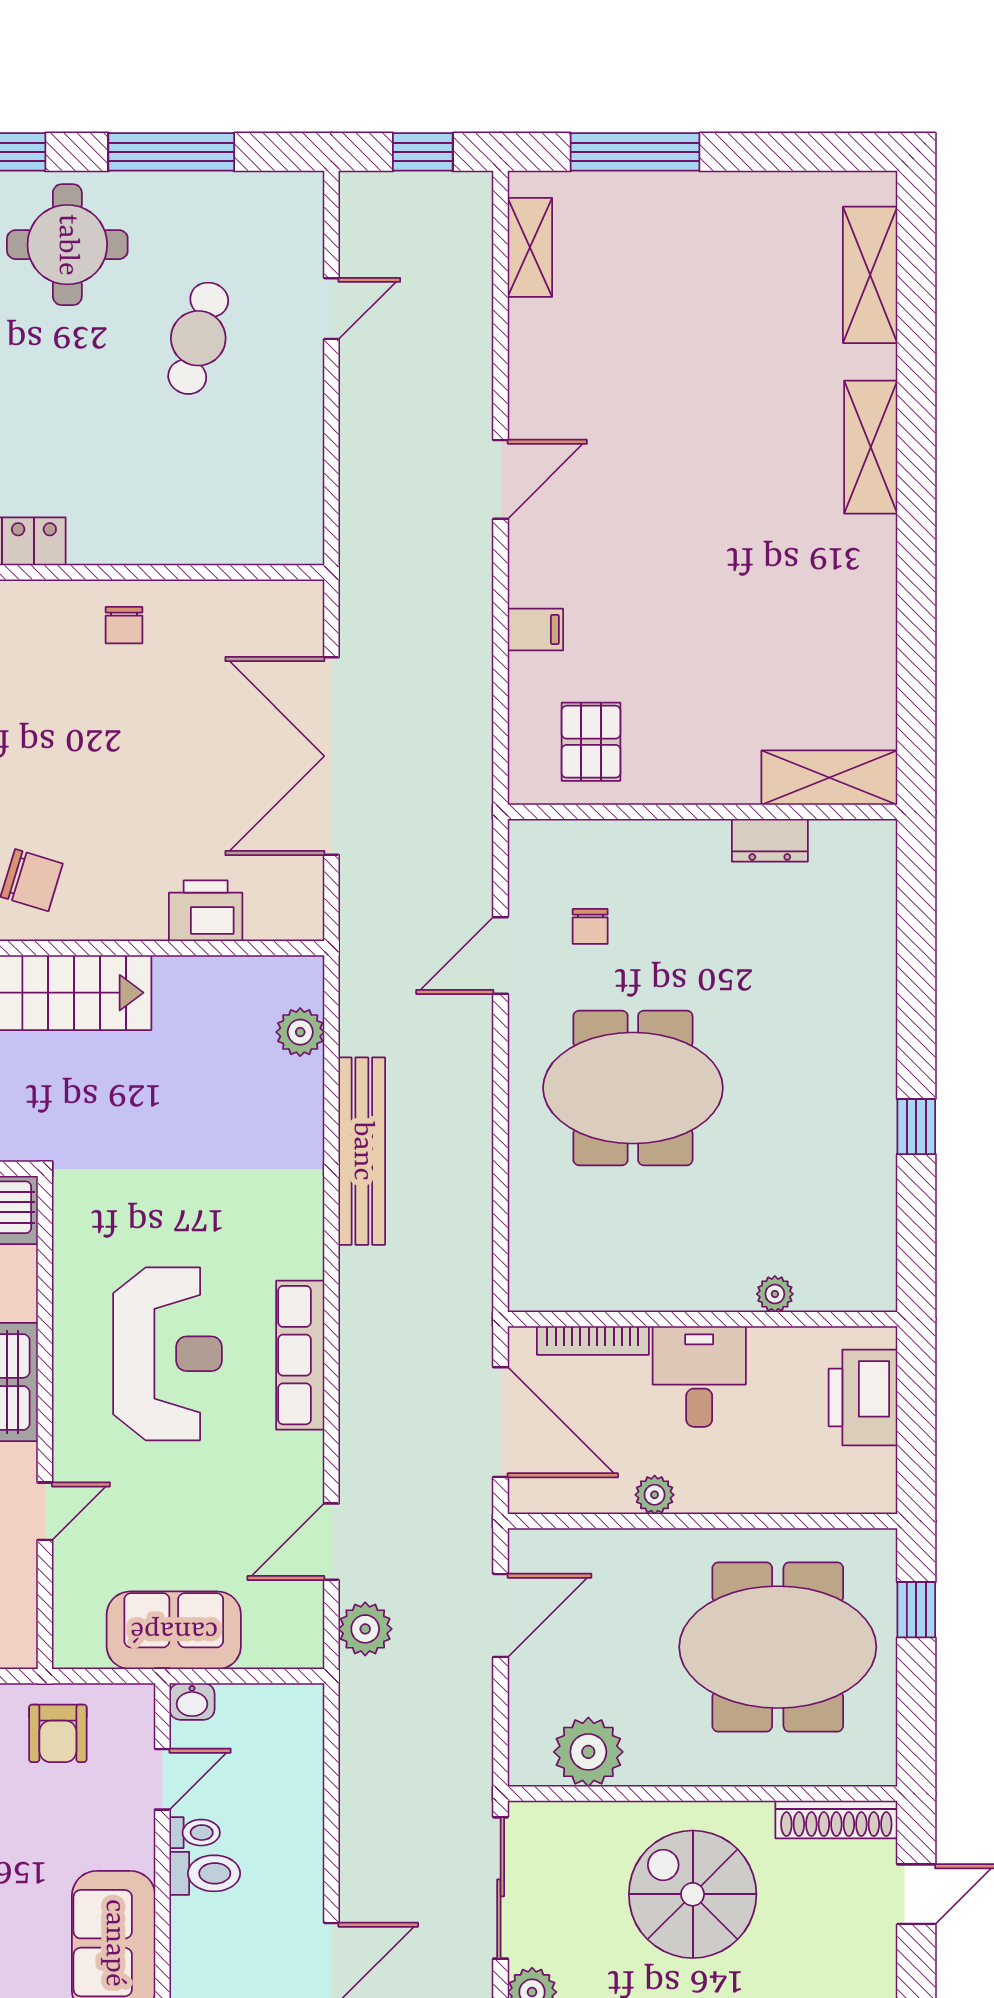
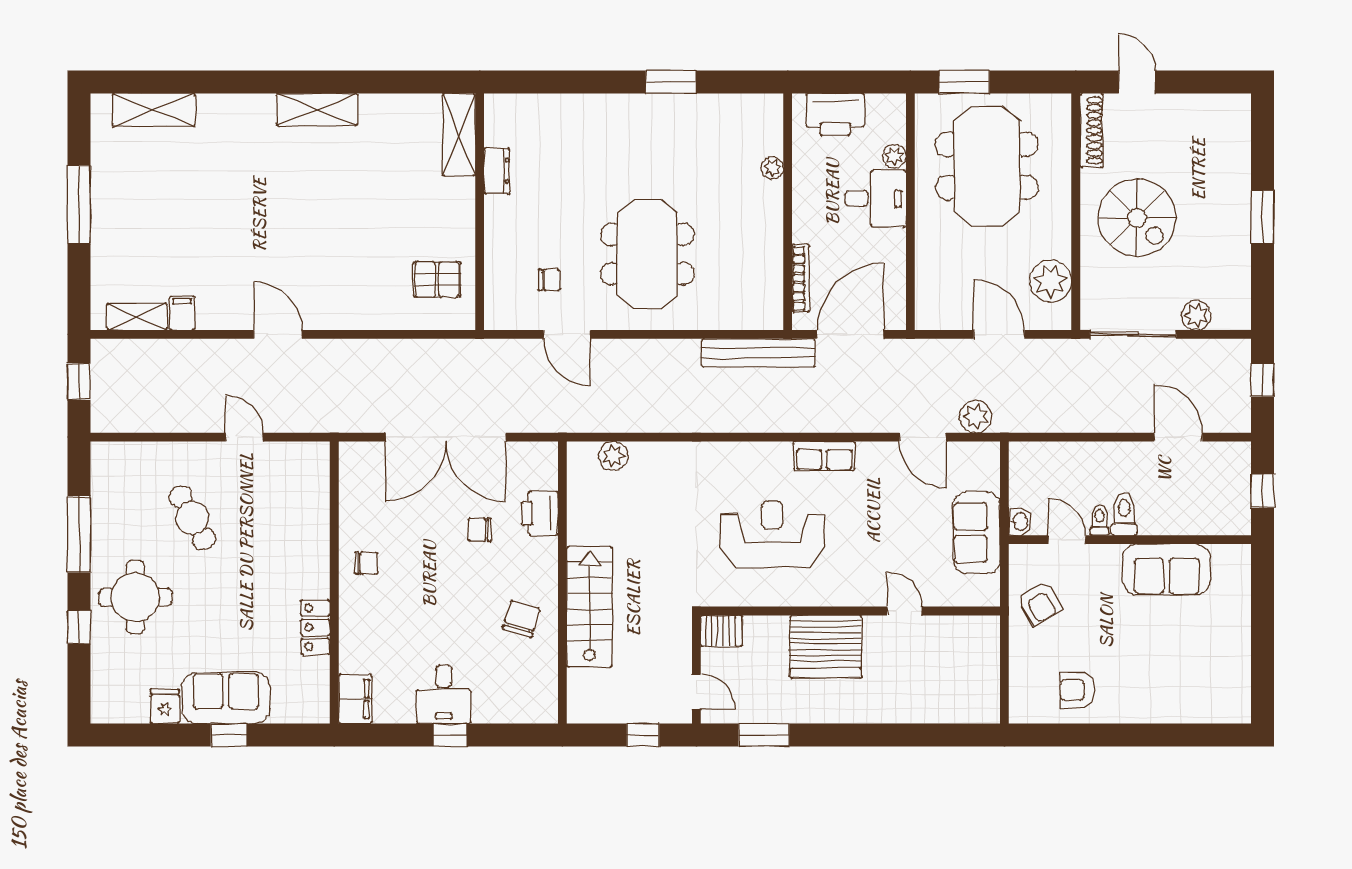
window: (635, 152) -> (79, 204), moved
door: (331, 309) -> (244, 437), moved
cafe table: (198, 338) -> (192, 518), turned 45
shelving: (871, 447) -> (317, 110), moved
filing cabinet: (535, 629) -> (182, 313), moved
chair: (179, 812) -> (480, 530), added
window: (916, 1127) -> (671, 82), width x1.50
bench: (362, 1151) -> (758, 353), moved
reception desk: (167, 1354) -> (772, 534), moved
row of seats: (300, 1355) -> (824, 456), width x0.68
desk: (699, 1377) -> (876, 199), moved, turned 180
plant: (655, 1495) -> (894, 156), moved
window: (916, 1610) -> (964, 82), width x1.50
door: (501, 1615) -> (999, 334), moved
armchair: (58, 1733) -> (1039, 603), turned 59
spiral stairs: (693, 1894) -> (1137, 218), turned -90

